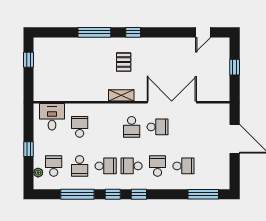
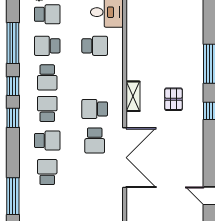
pallet: (124, 62) -> (174, 99), turned 90
school desk: (183, 166) -> (47, 172), turned 180

